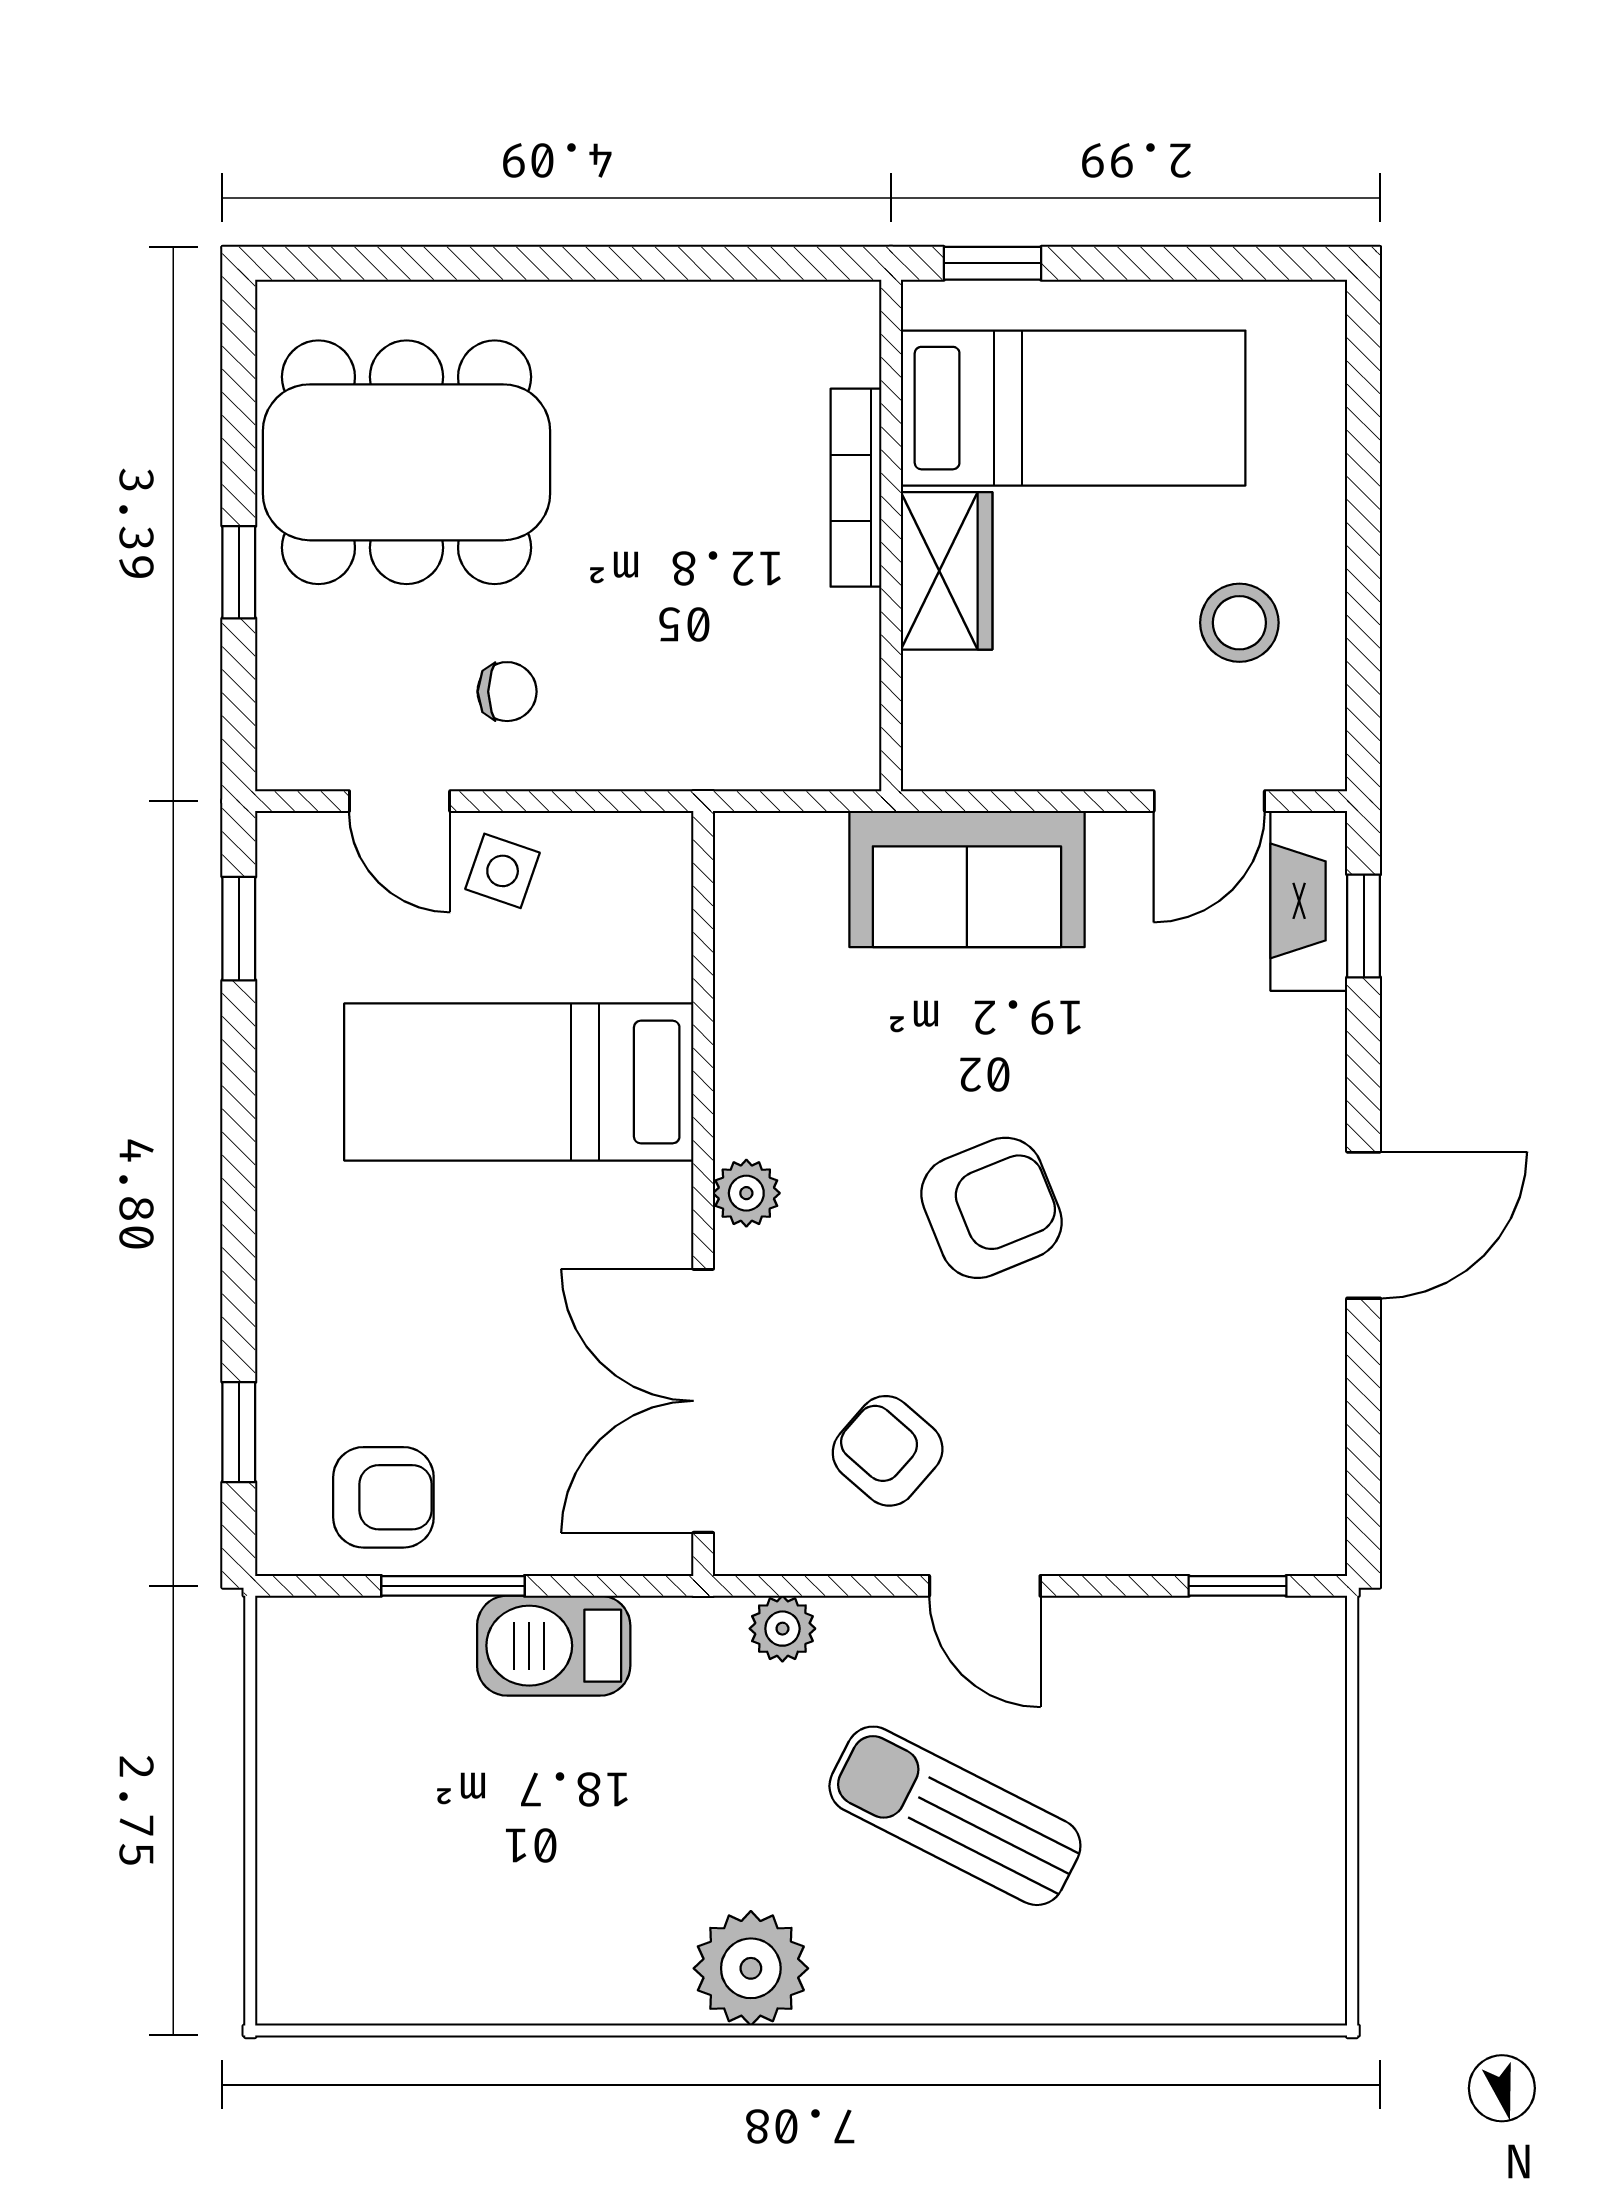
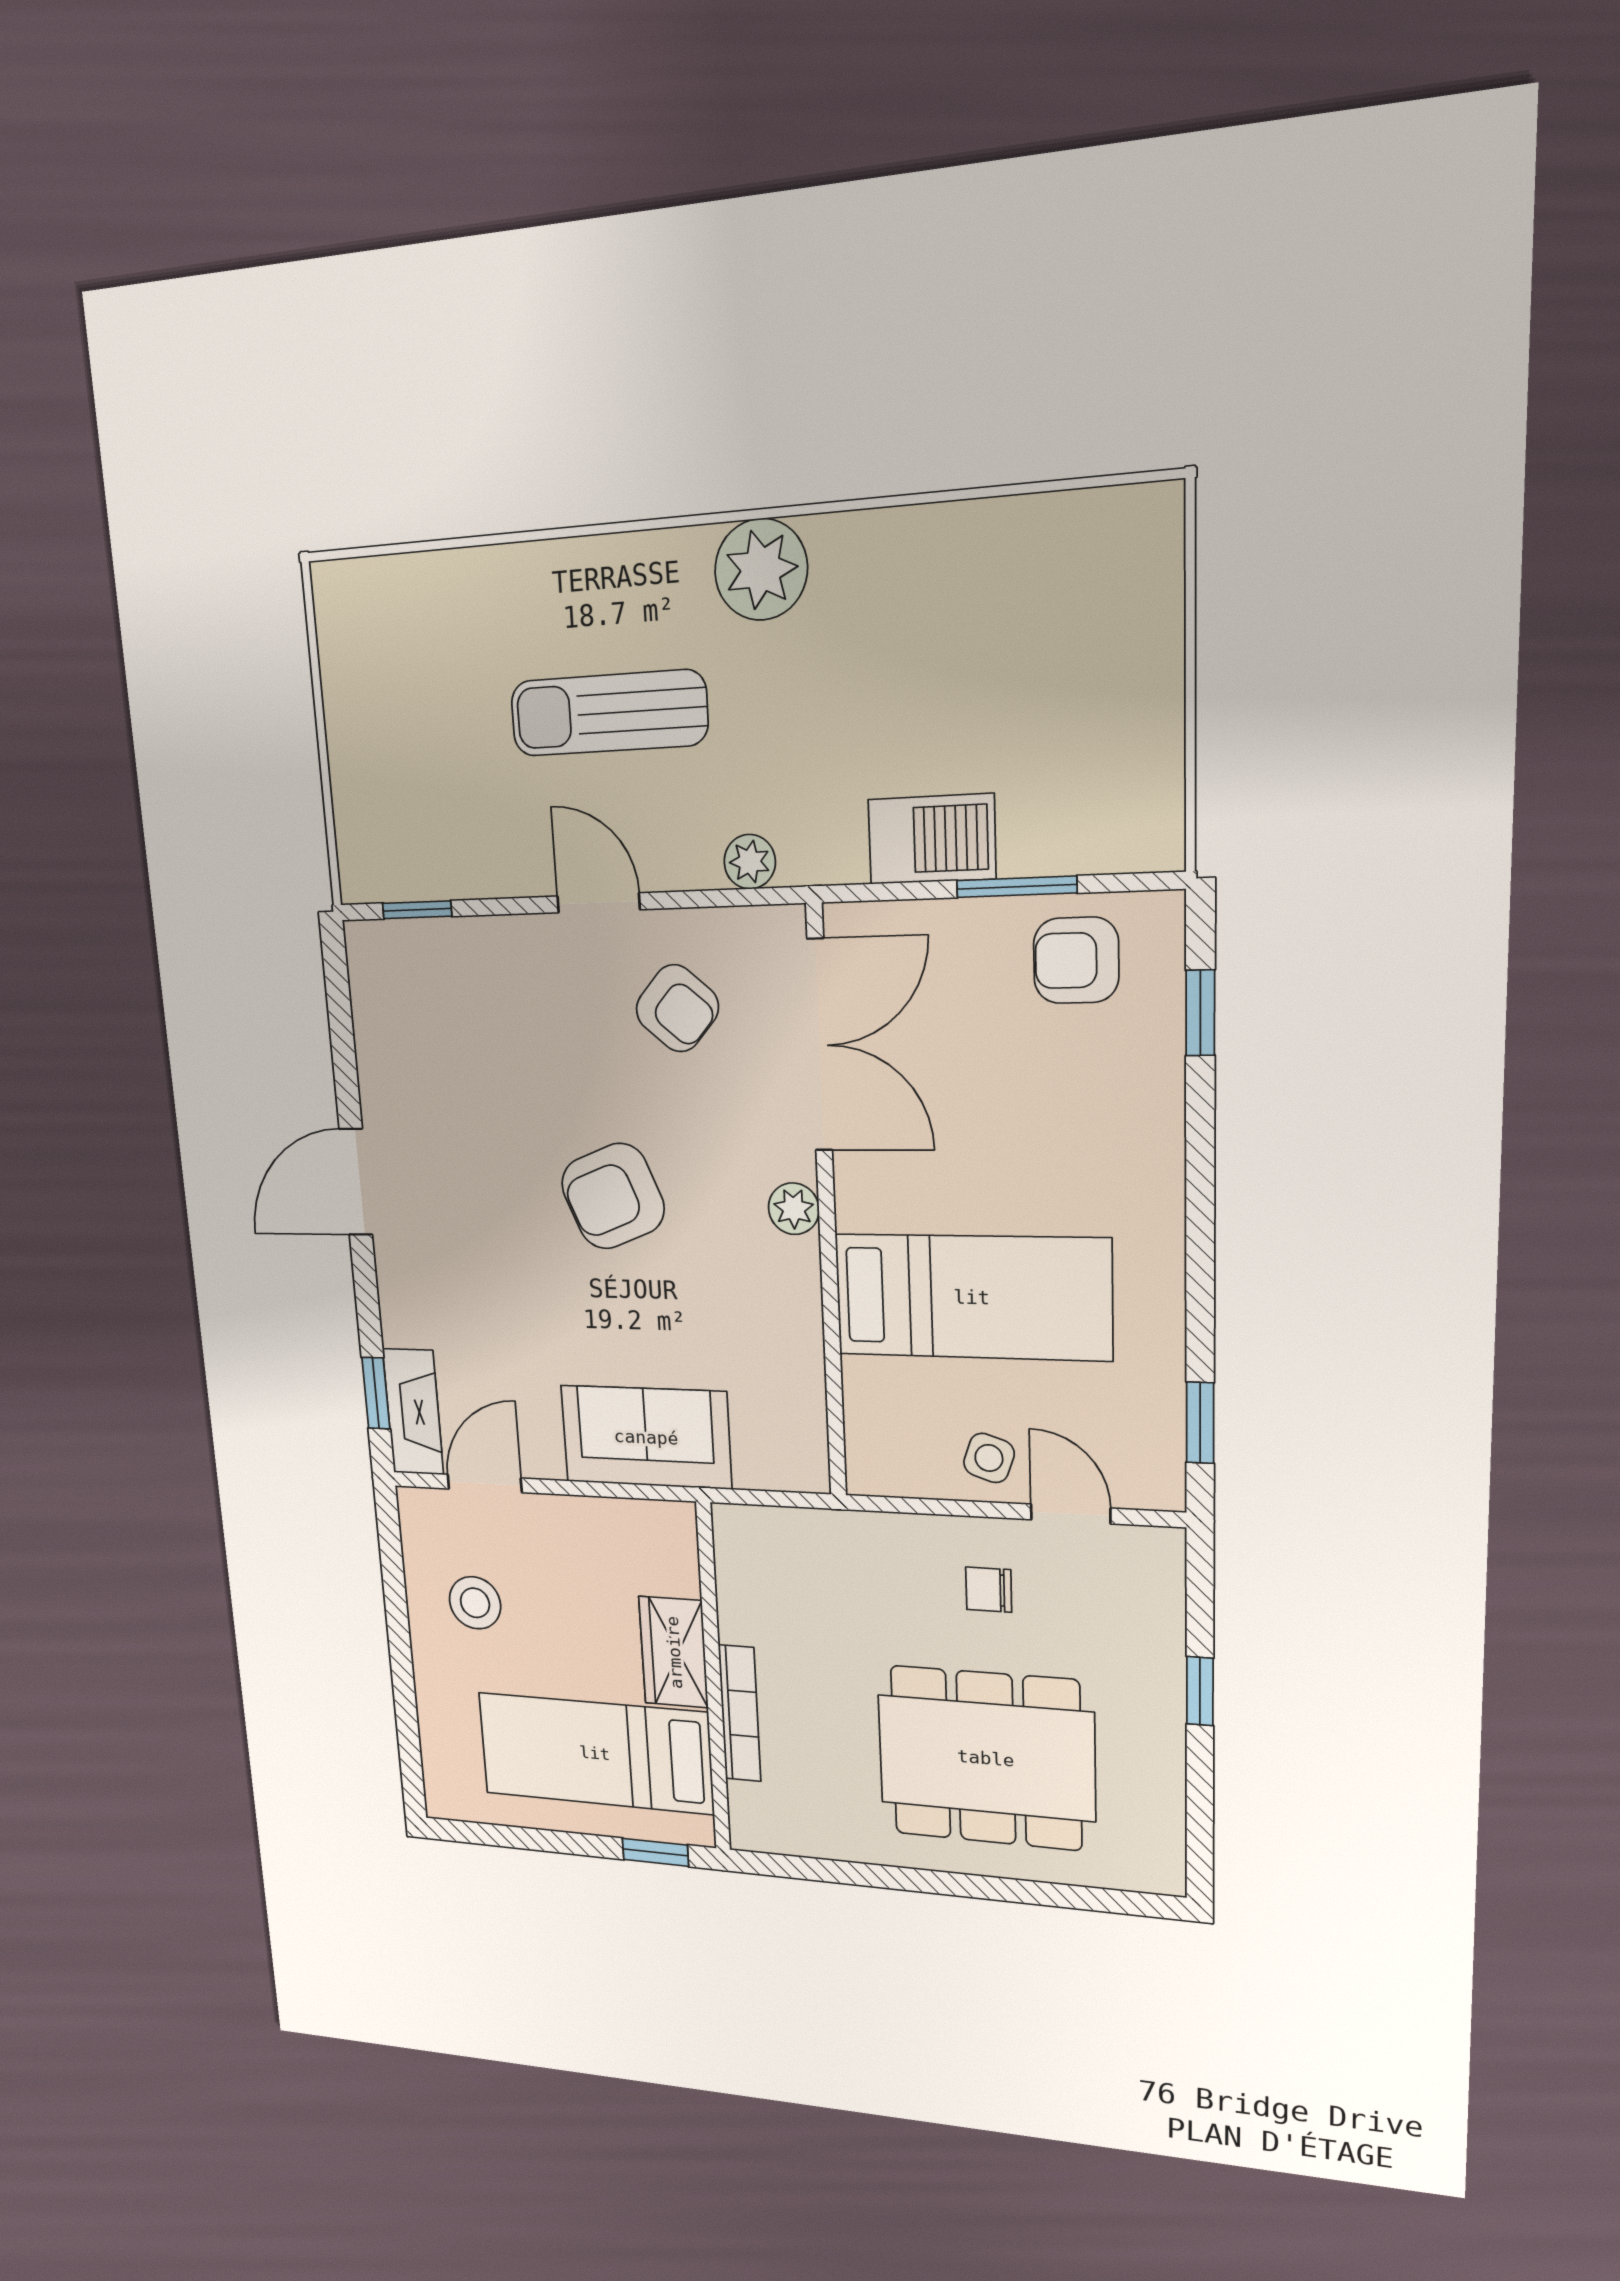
dining table: (407, 462) -> (986, 1758), moved
sun lounger: (955, 1816) -> (609, 713), turned 153

